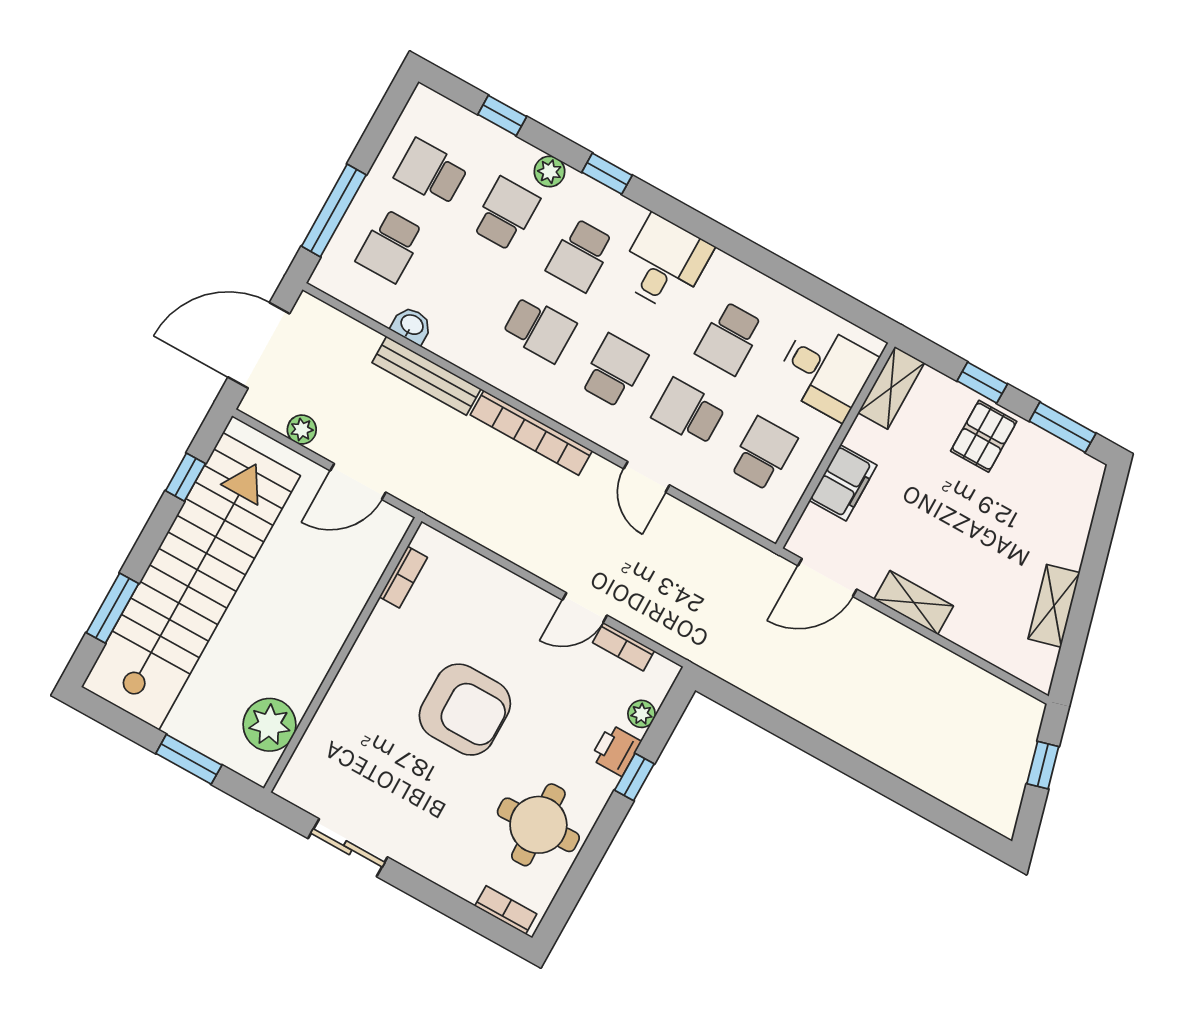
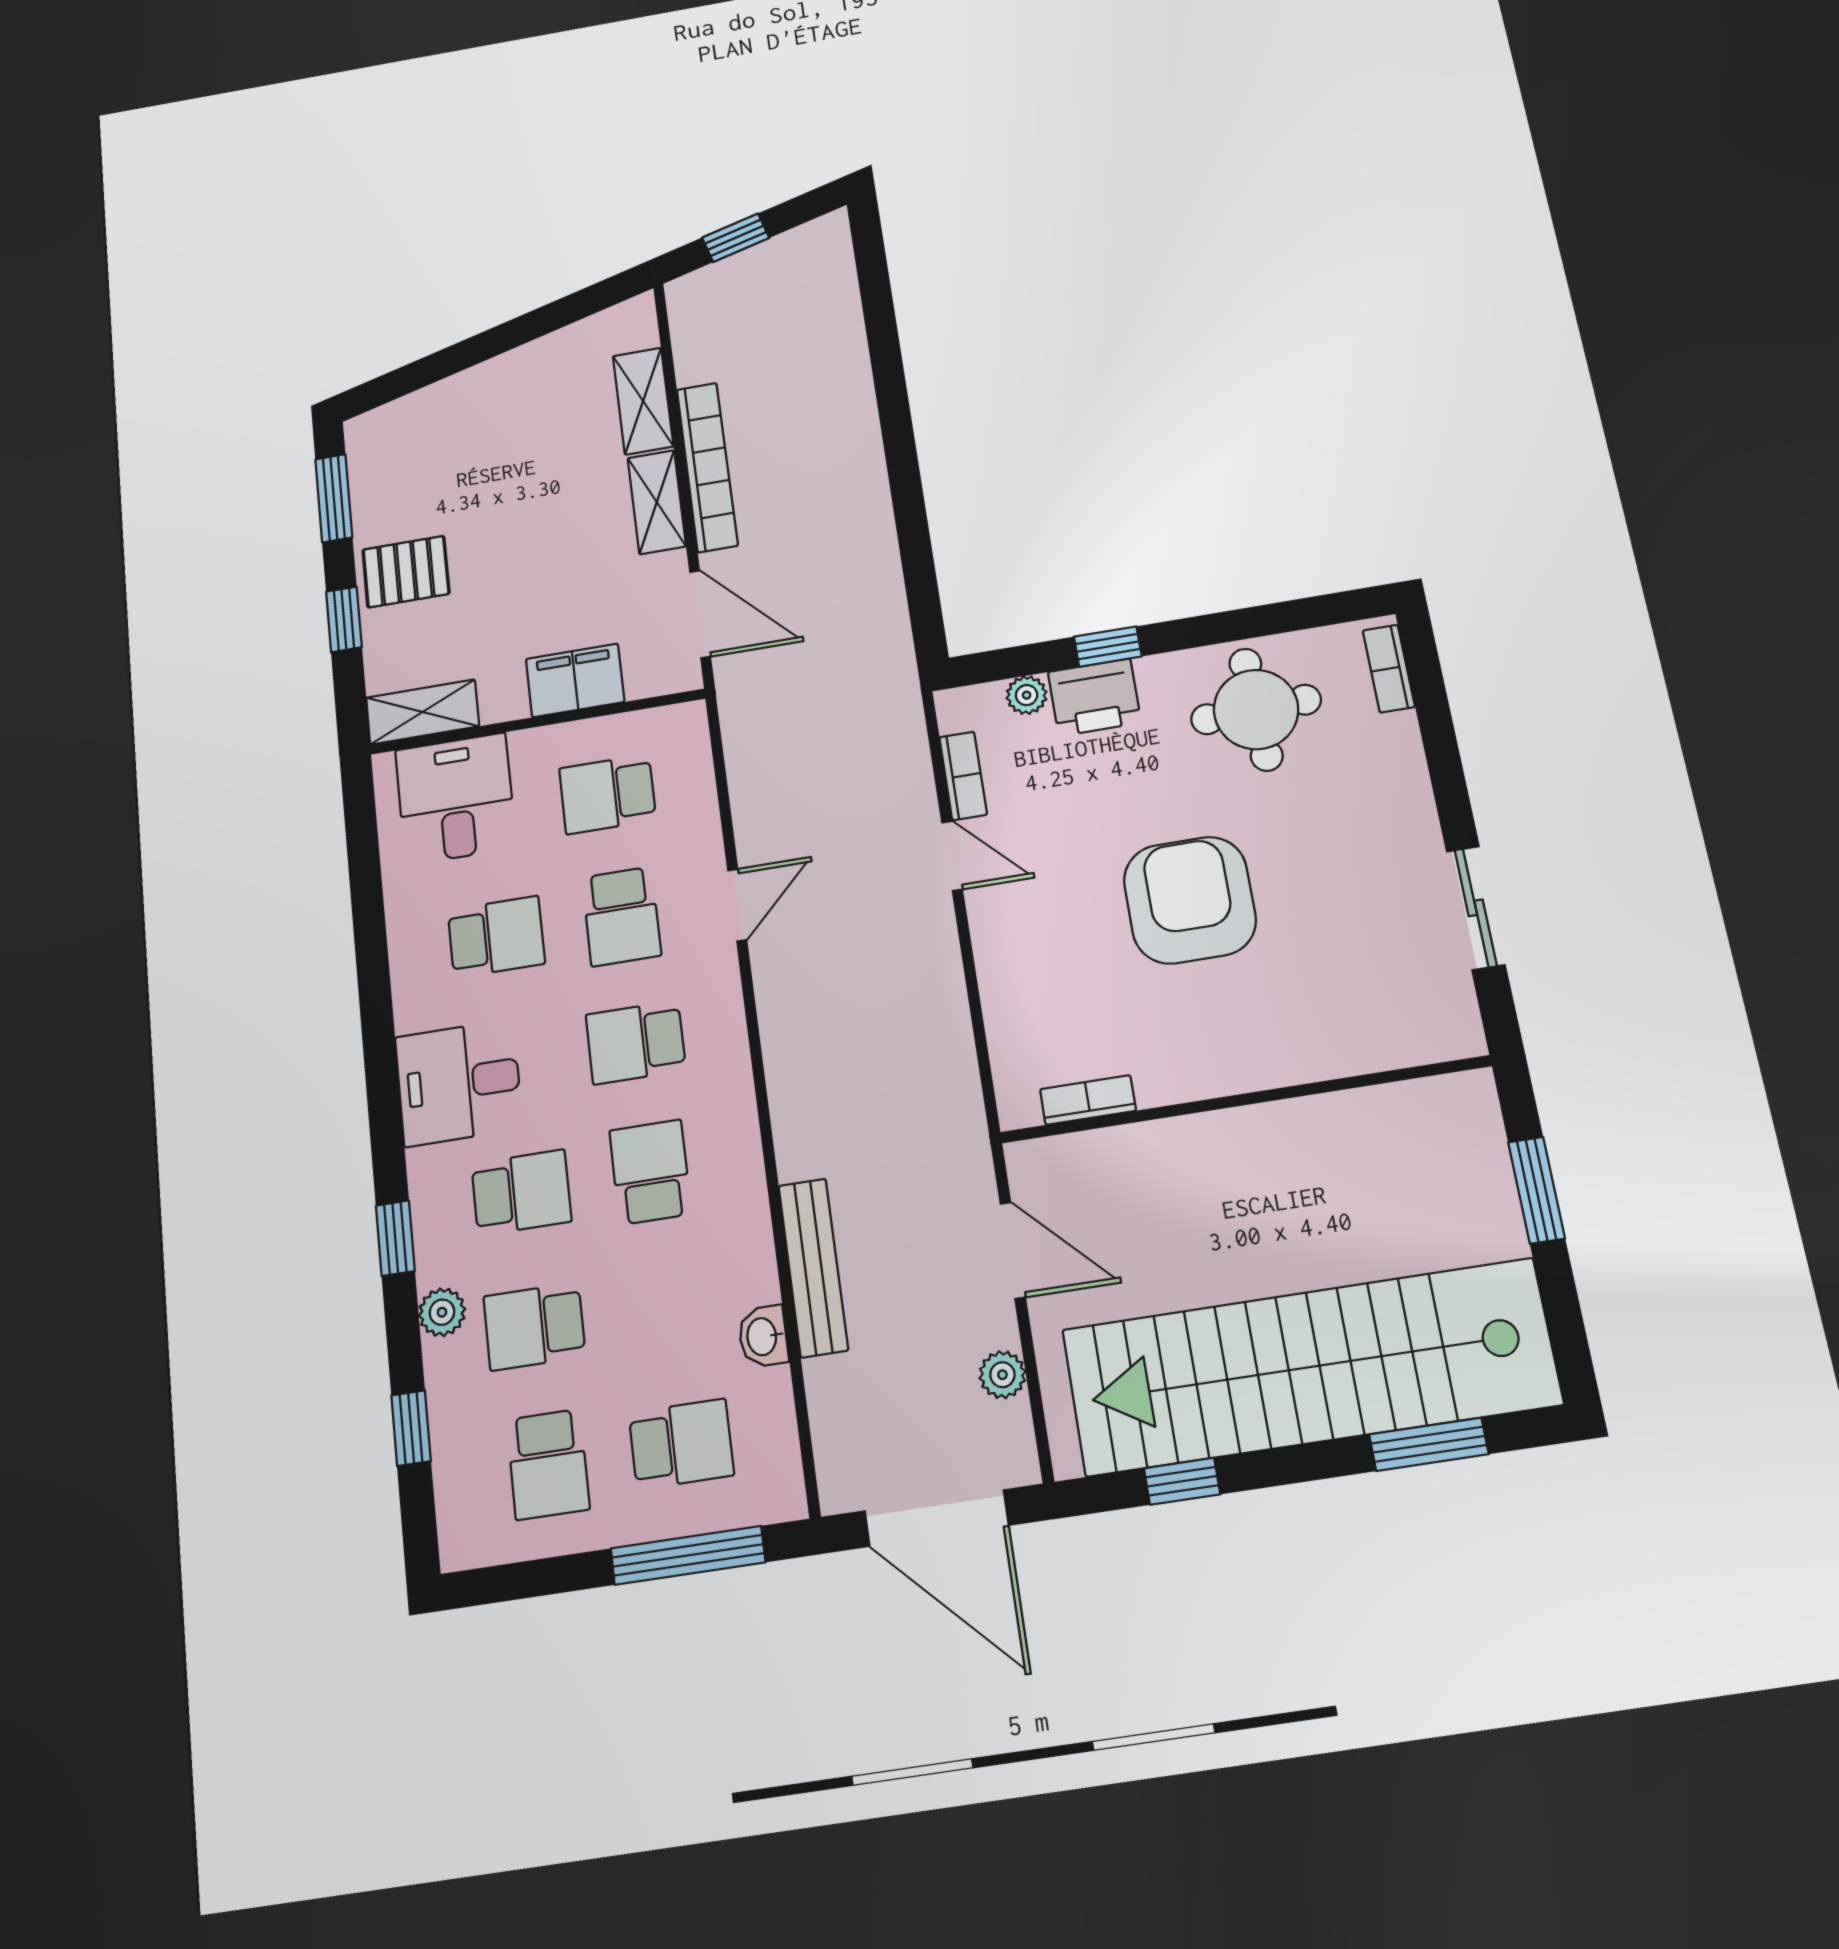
bookcase: (531, 433) -> (707, 467), moved
shelving: (1054, 606) -> (643, 401), moved, turned -75
plant: (270, 725) -> (1407, 1122), removed
printer: (616, 750) -> (1095, 697), width x1.36, depth x1.24

